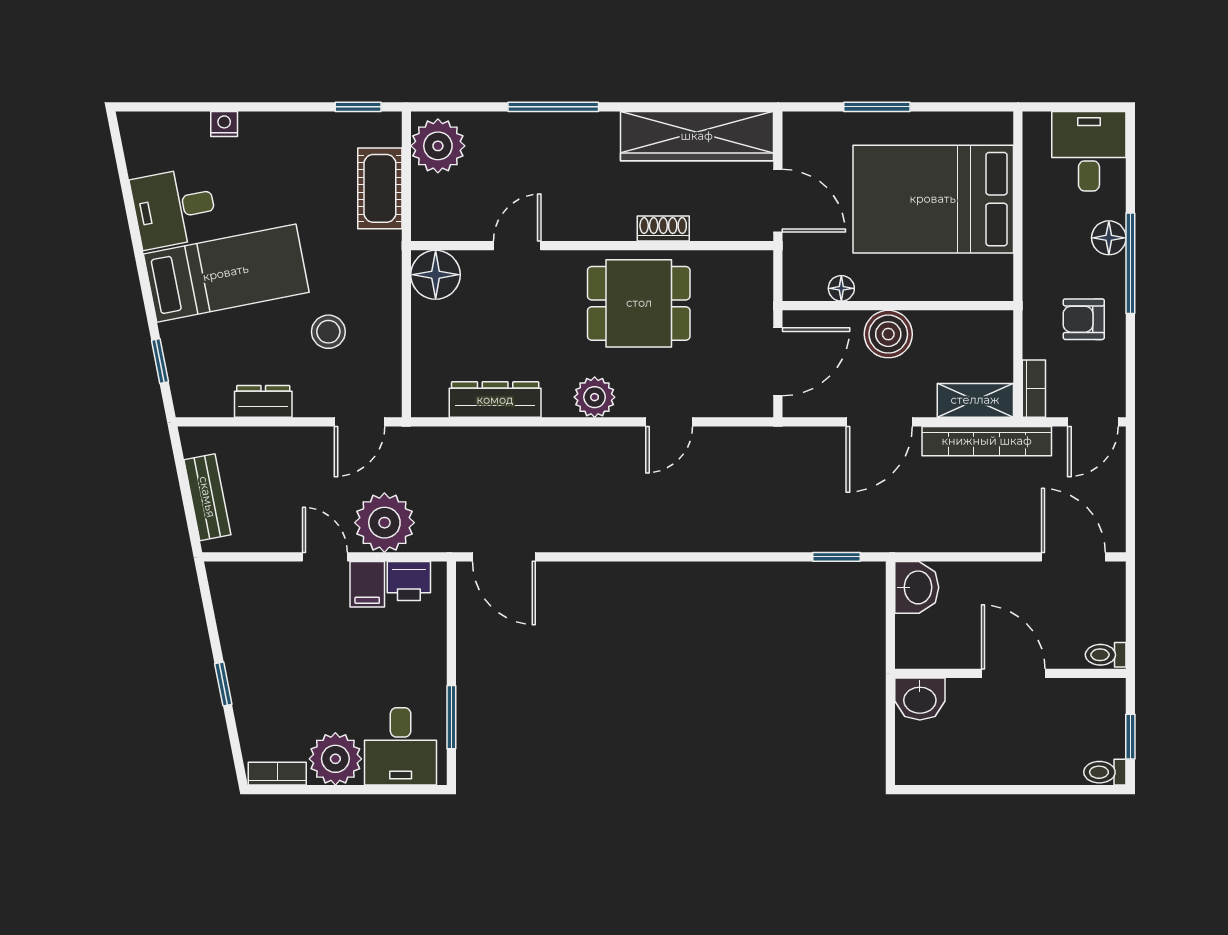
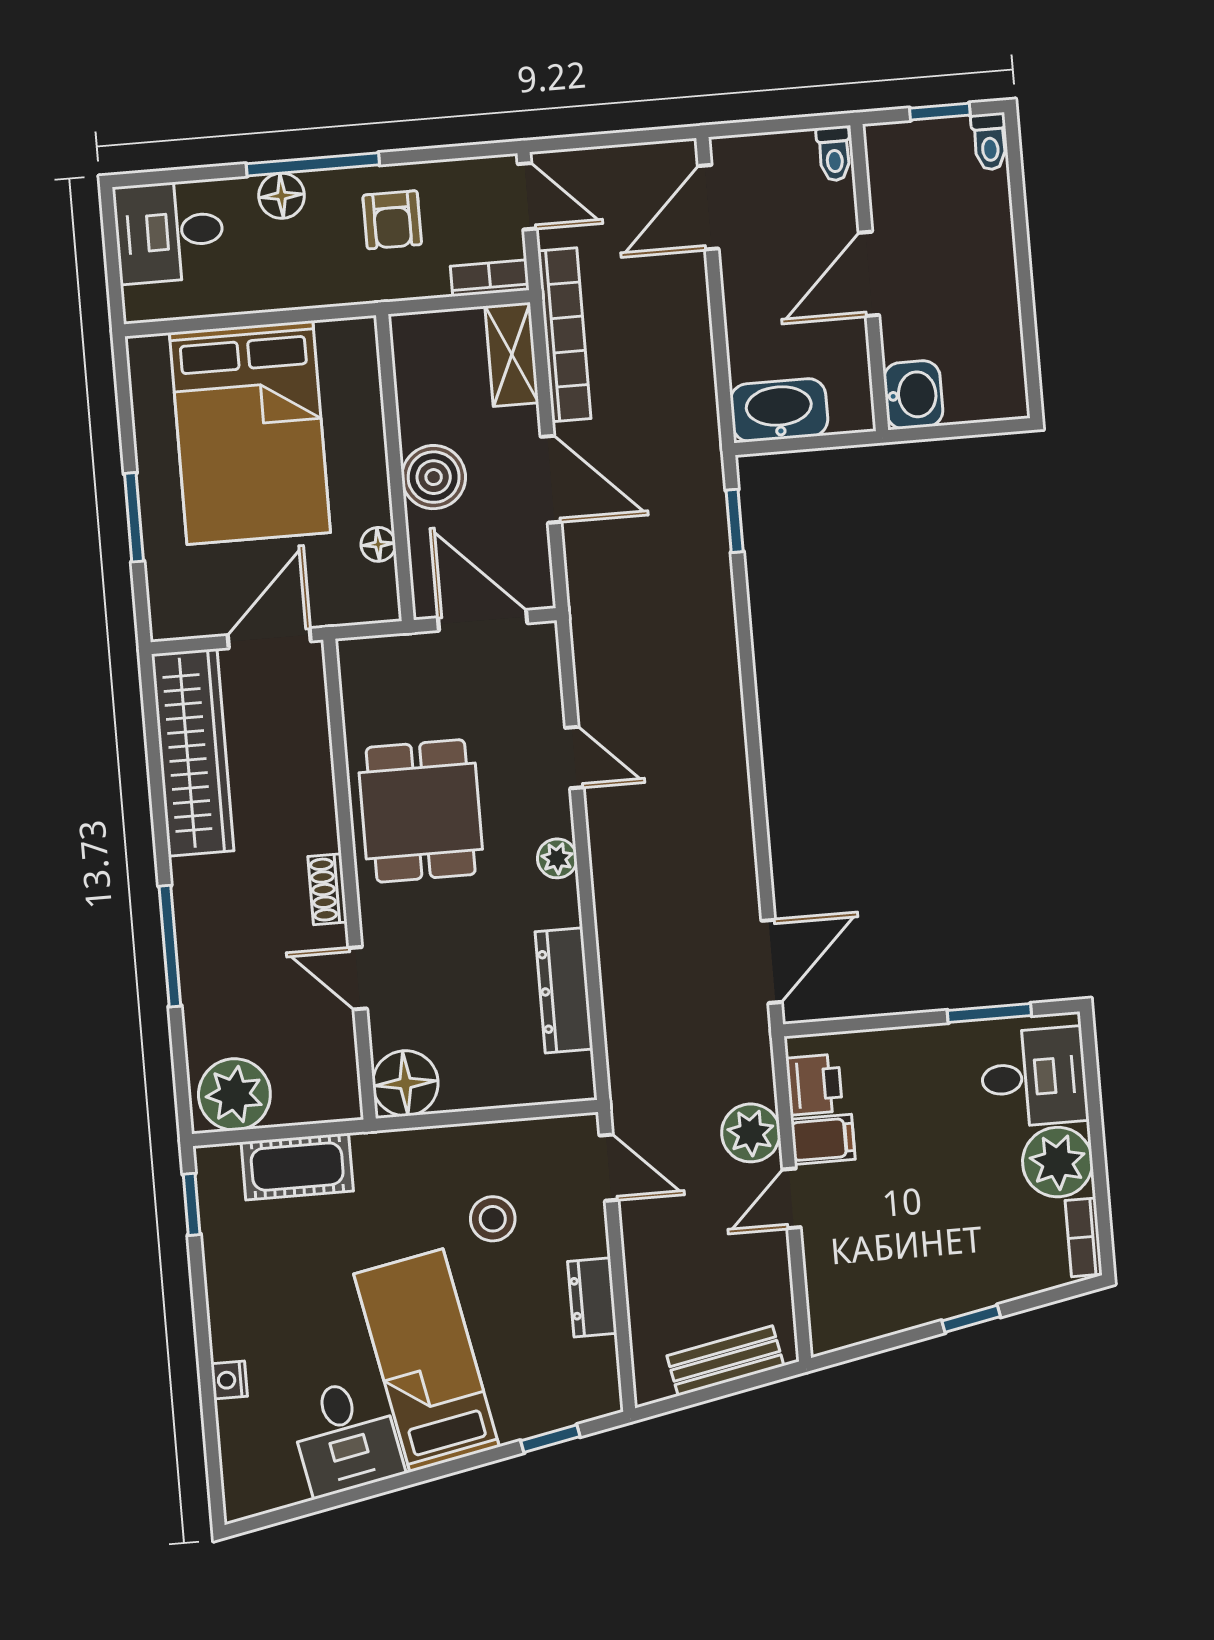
shoe rack: (663, 229) -> (328, 889), moved
plant: (595, 397) -> (557, 858), width x0.73, depth x0.73
plant: (384, 523) -> (751, 1133), width x0.73, depth x0.73
washbasin: (917, 587) -> (779, 410), width x1.38

